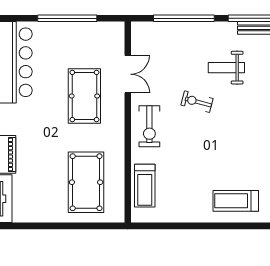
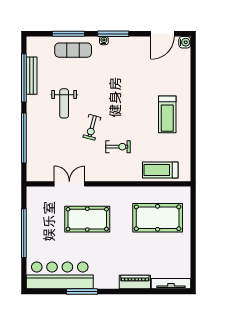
exercise bike: (149, 126) -> (118, 147), moved, width x0.73, depth x0.72
treadmill: (145, 186) -> (160, 170), turned 180
treadmill: (236, 201) -> (167, 114), moved

